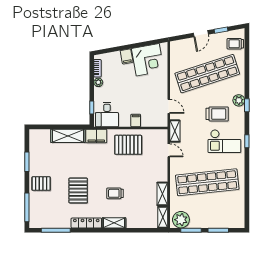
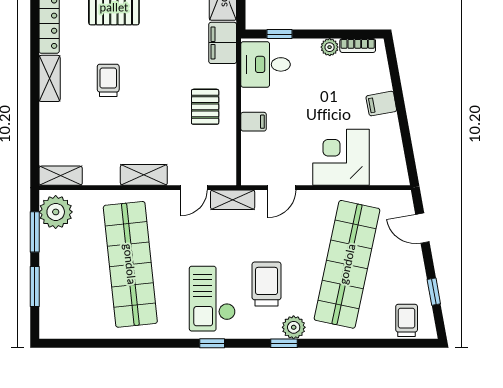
door: (201, 34) -> (422, 228), moved
corner desk: (148, 60) -> (341, 157), moved, turned 100
shop shelf: (207, 74) -> (347, 264), turned 30
trolley: (217, 114) -> (267, 284), turned 180
pallet: (128, 145) -> (205, 107), width x0.67, depth x0.71
shelving: (162, 194) -> (144, 175), moved

